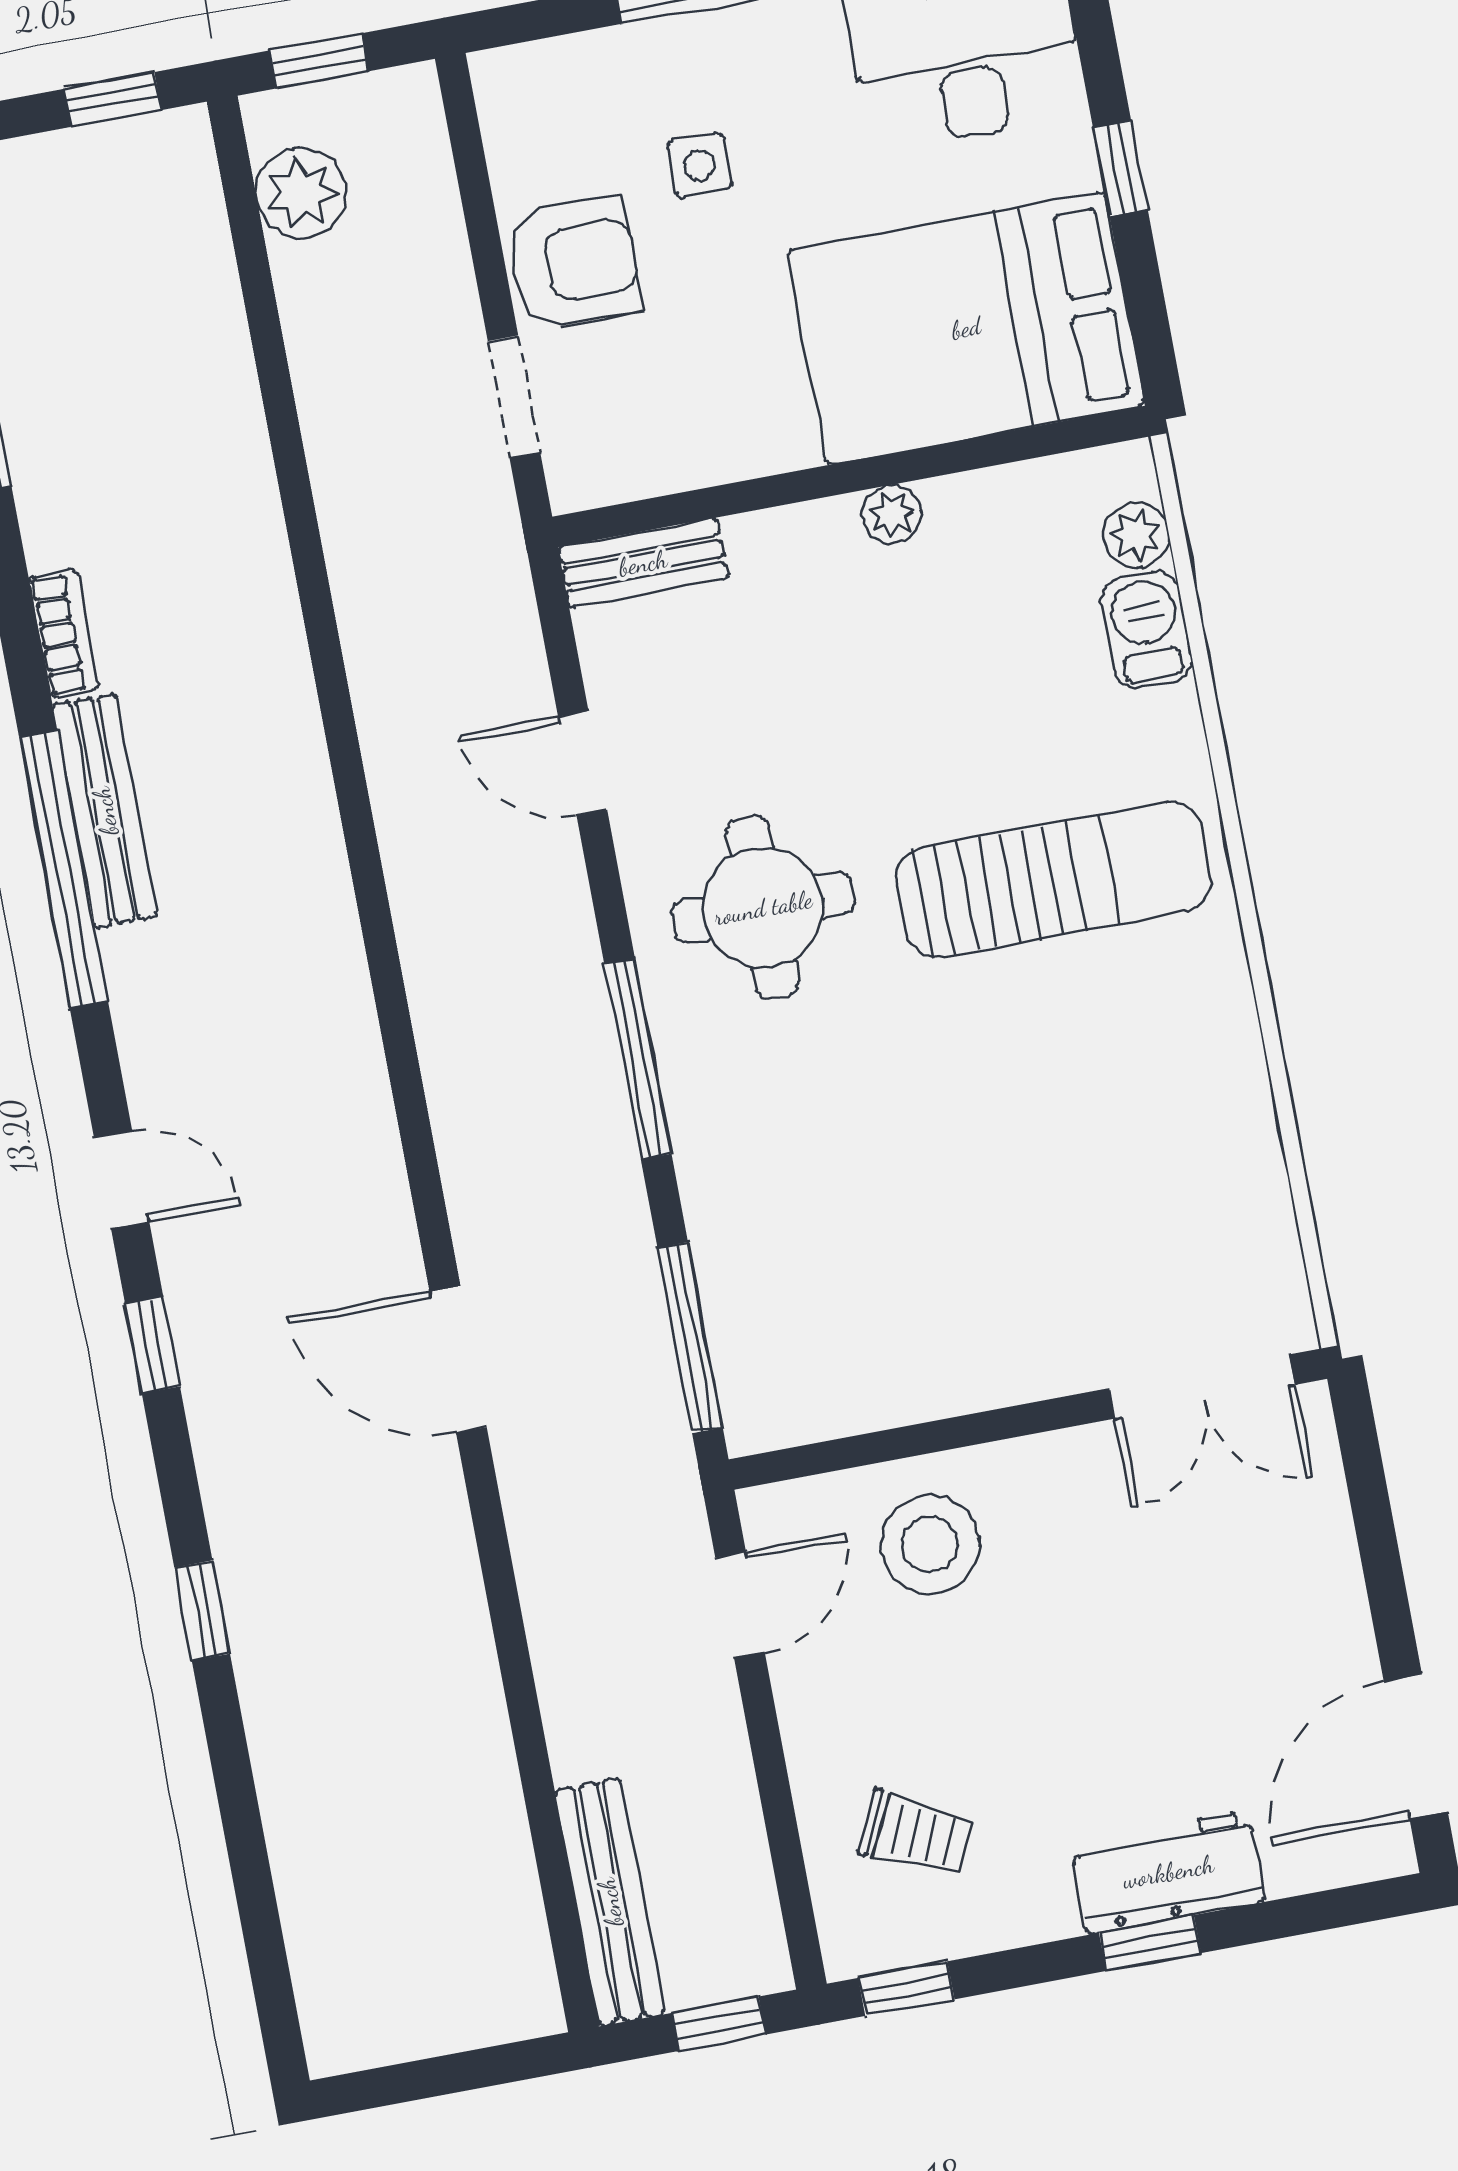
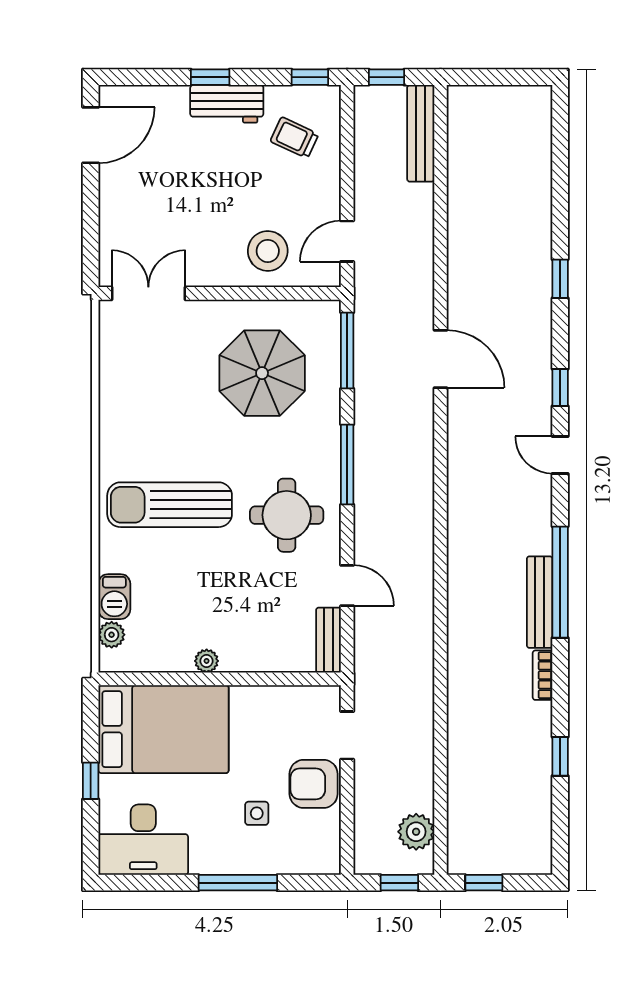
bench: (643, 563) -> (329, 640), moved, turned 90
parasol: (888, 1243) -> (262, 373), added
workbench: (1168, 1872) -> (227, 104), moved

